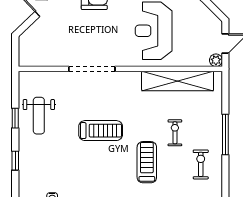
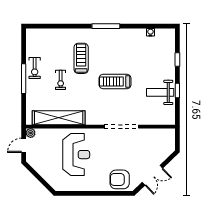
weight bench: (39, 116) -> (160, 92), turned -90
treadmill: (147, 162) -> (81, 58), turned 180
exercise bike: (201, 164) -> (35, 68), moved

